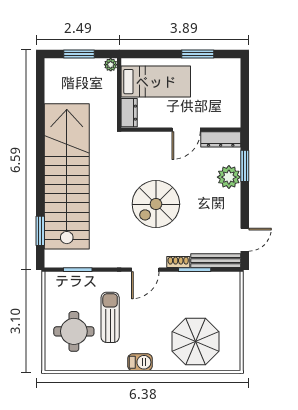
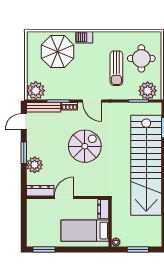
window: (198, 54) -> (44, 250), moved
window: (245, 166) -> (24, 153), moved
door: (145, 270) -> (92, 101), swing flipped
plant: (65, 285) -> (148, 91), added
plant: (227, 285) -> (36, 91), added
barbecue: (140, 362) -> (84, 37), moved

